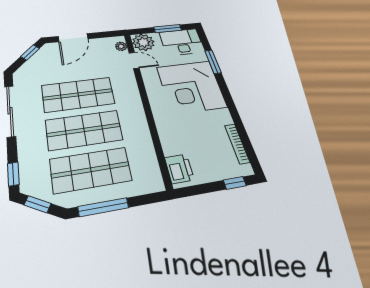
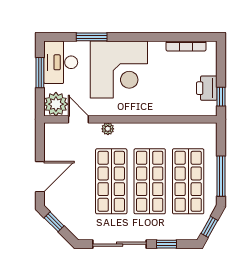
door: (73, 38) -> (40, 177), hinge flipped
plant: (121, 46) -> (108, 129), moved
door: (134, 60) -> (78, 119), hinge flipped
printer: (179, 169) -> (207, 88), moved, turned -90
window: (13, 174) -> (167, 244), moved
window: (235, 183) -> (221, 97), moved

